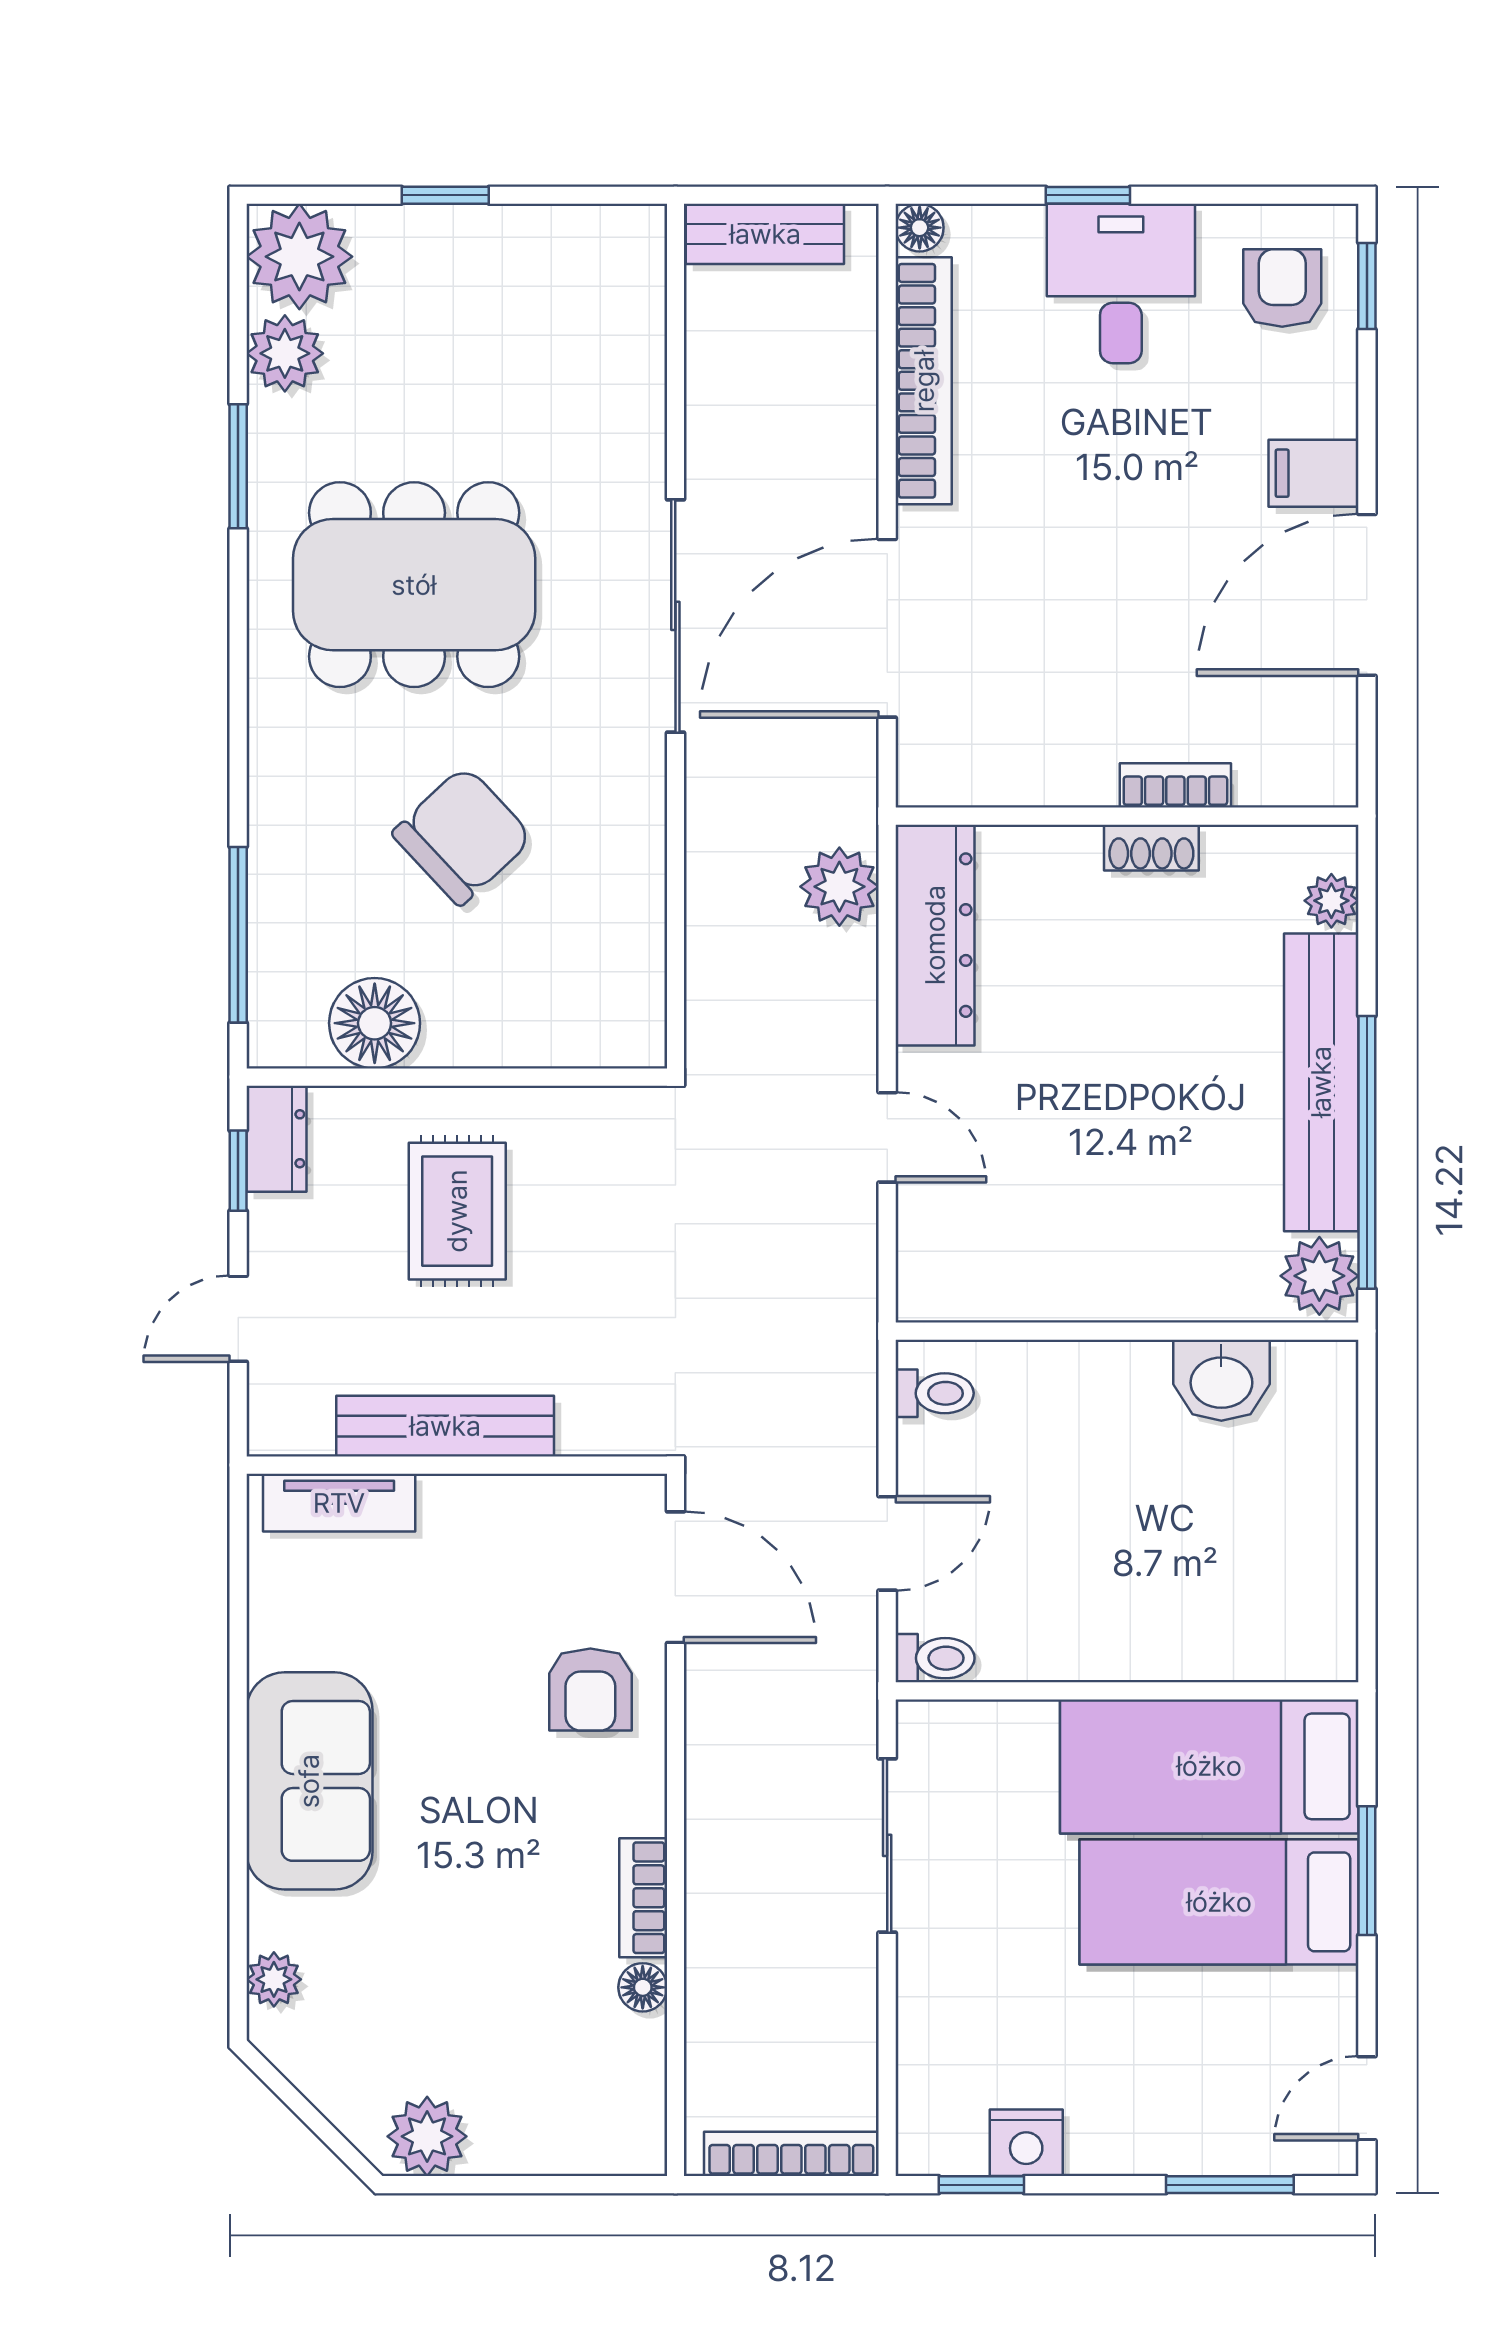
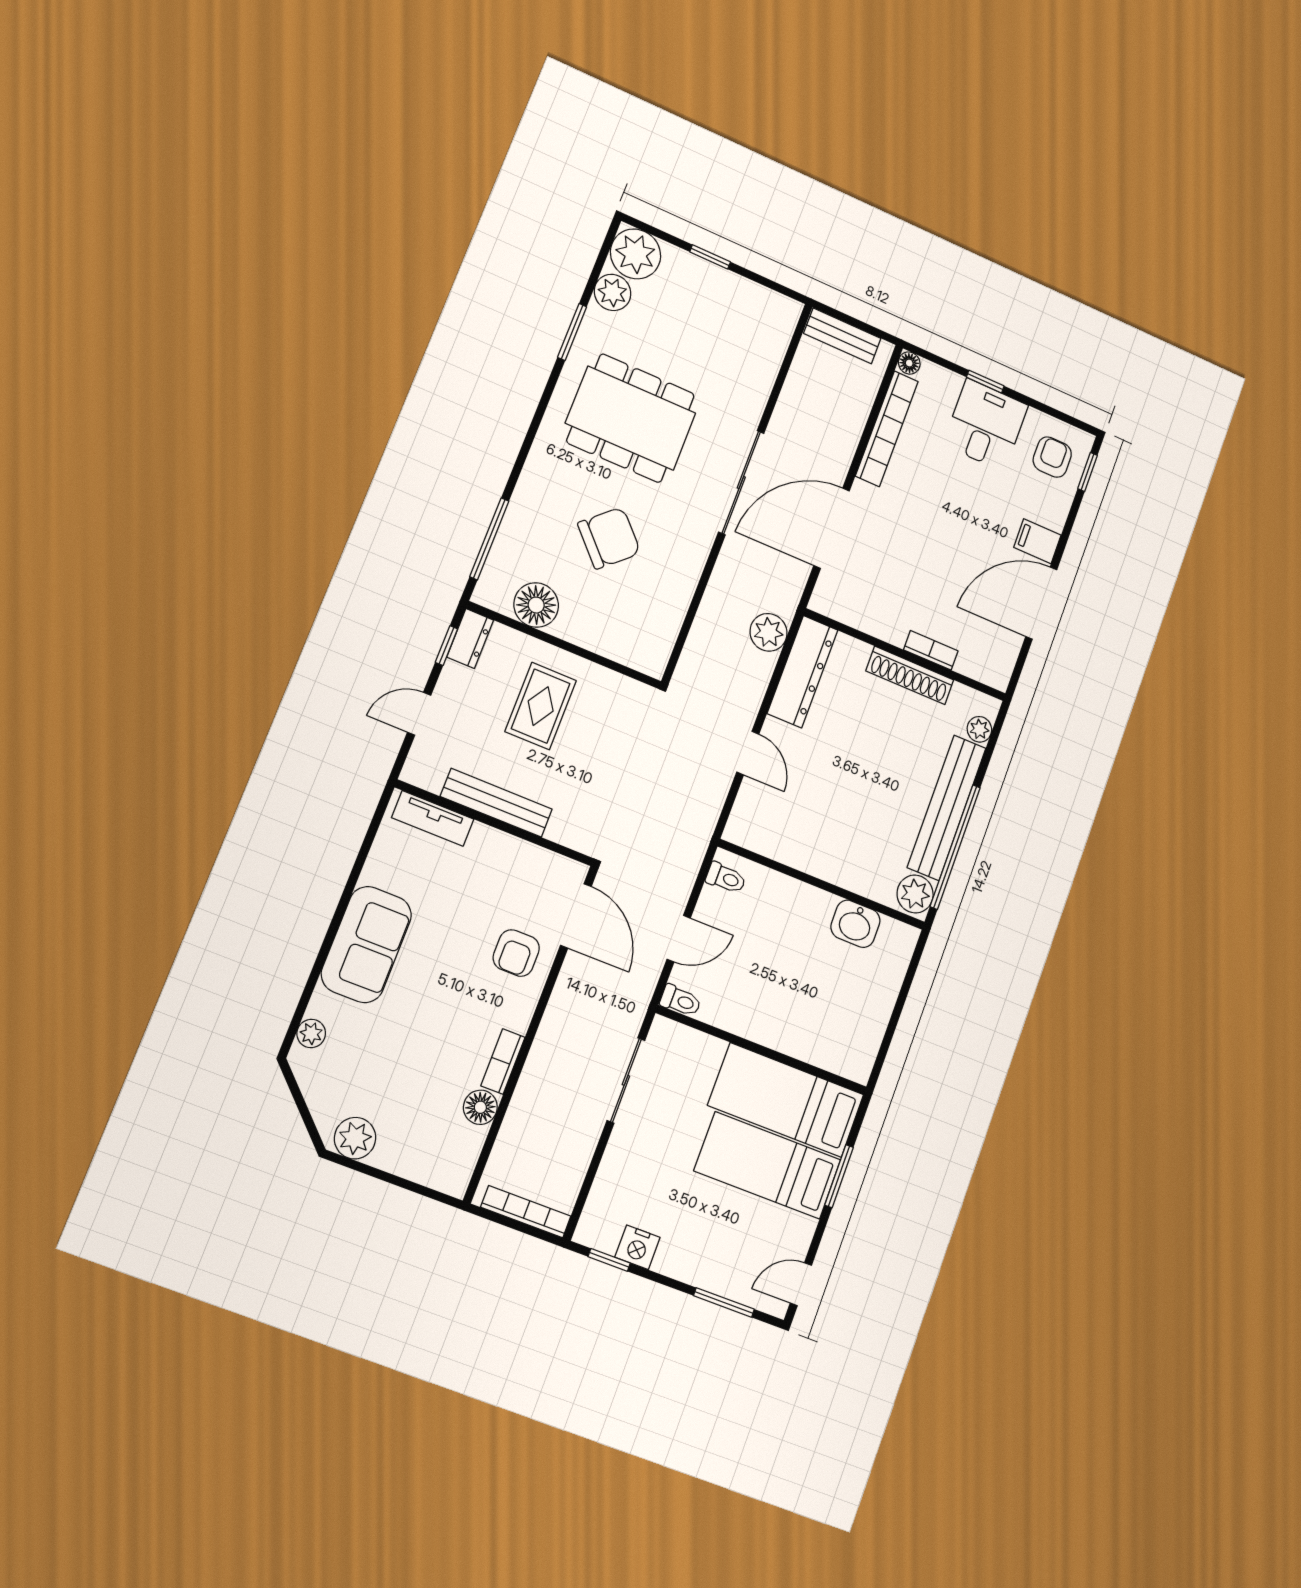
shoe rack: (1151, 848) -> (910, 675), width x1.94, depth x1.24
floor lamp: (643, 1987) -> (480, 1107), width x1.37, depth x1.37

